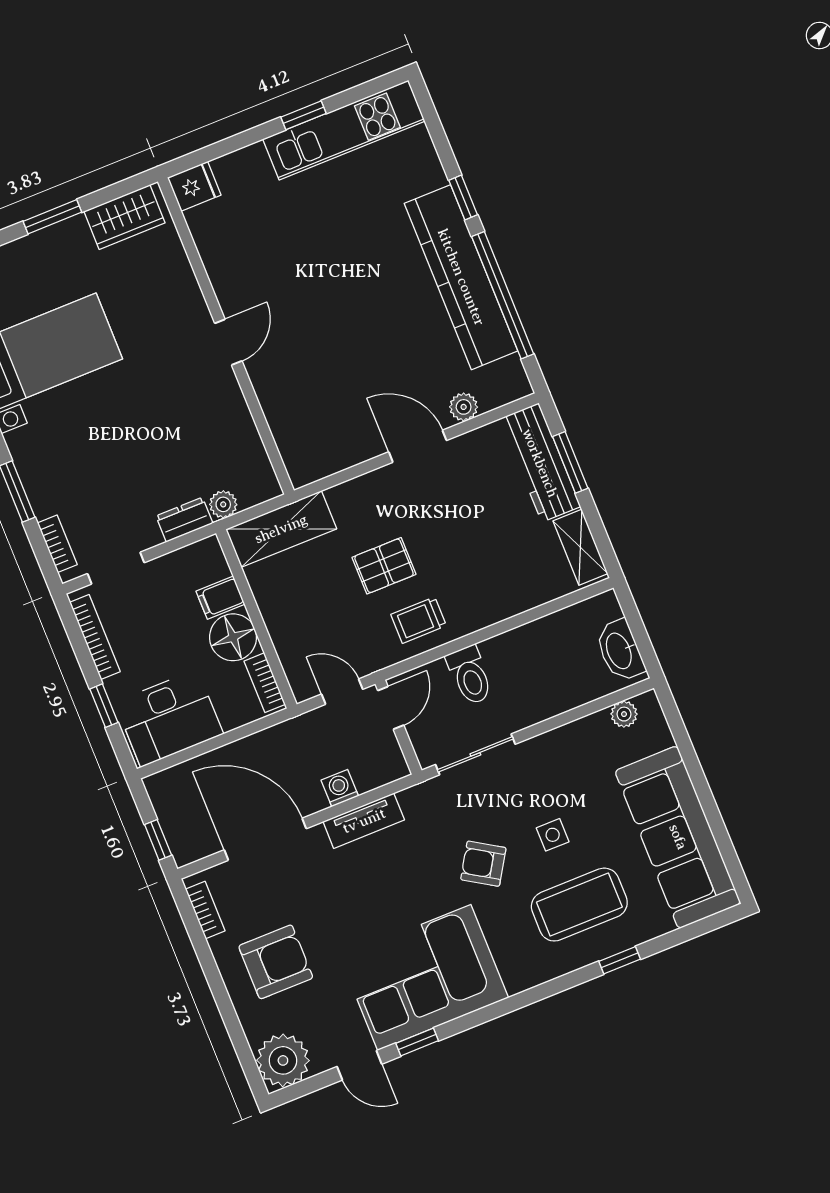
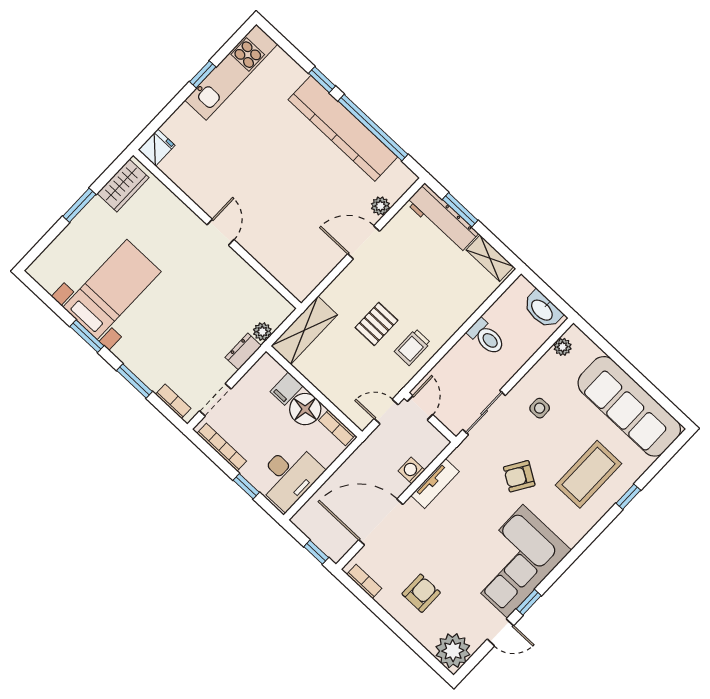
toilet: (470, 675) -> (486, 337), moved
side table: (553, 835) -> (540, 408), moved
armchair: (276, 962) -> (421, 593), width x0.72, depth x0.72

